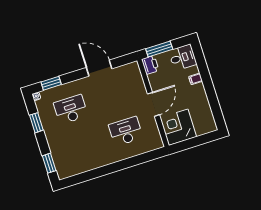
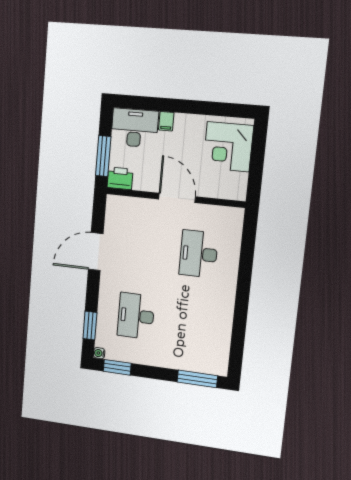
desk: (183, 57) -> (135, 128), width x1.37
window: (36, 123) -> (117, 367), moved
corner desk: (178, 127) -> (228, 147), moved
window: (49, 163) -> (197, 379), width x1.44

